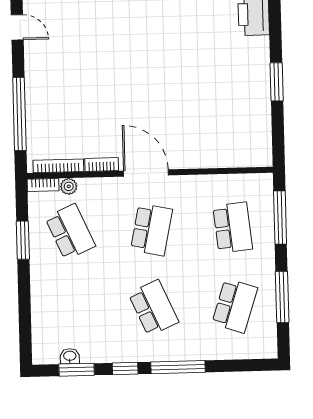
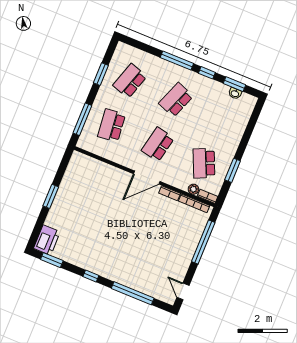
door: (146, 173) -> (147, 178), hinge flipped
window: (282, 297) -> (101, 74), width x0.69
school desk: (153, 308) -> (176, 100), turned 45

